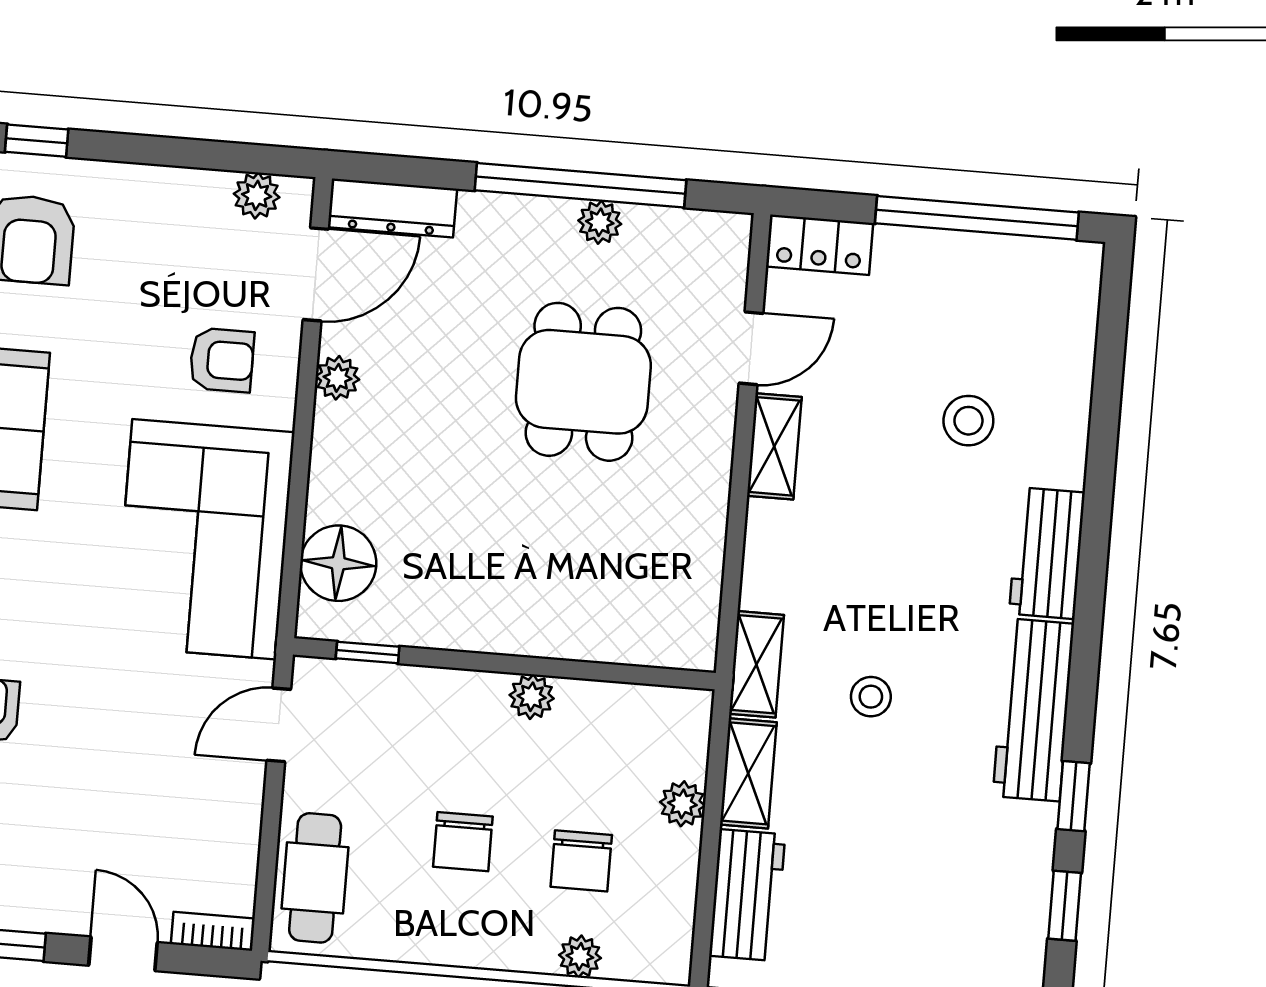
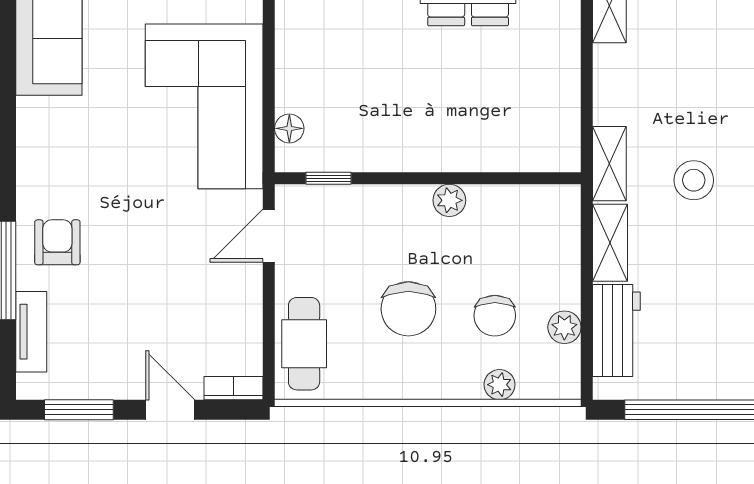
floor lamp: (338, 563) -> (289, 128), width x0.53, depth x0.53
stool: (871, 697) -> (694, 180), width x1.37, depth x1.37
plant: (682, 804) -> (564, 327), moved
chair: (463, 842) -> (408, 309), width x1.37, depth x1.37

